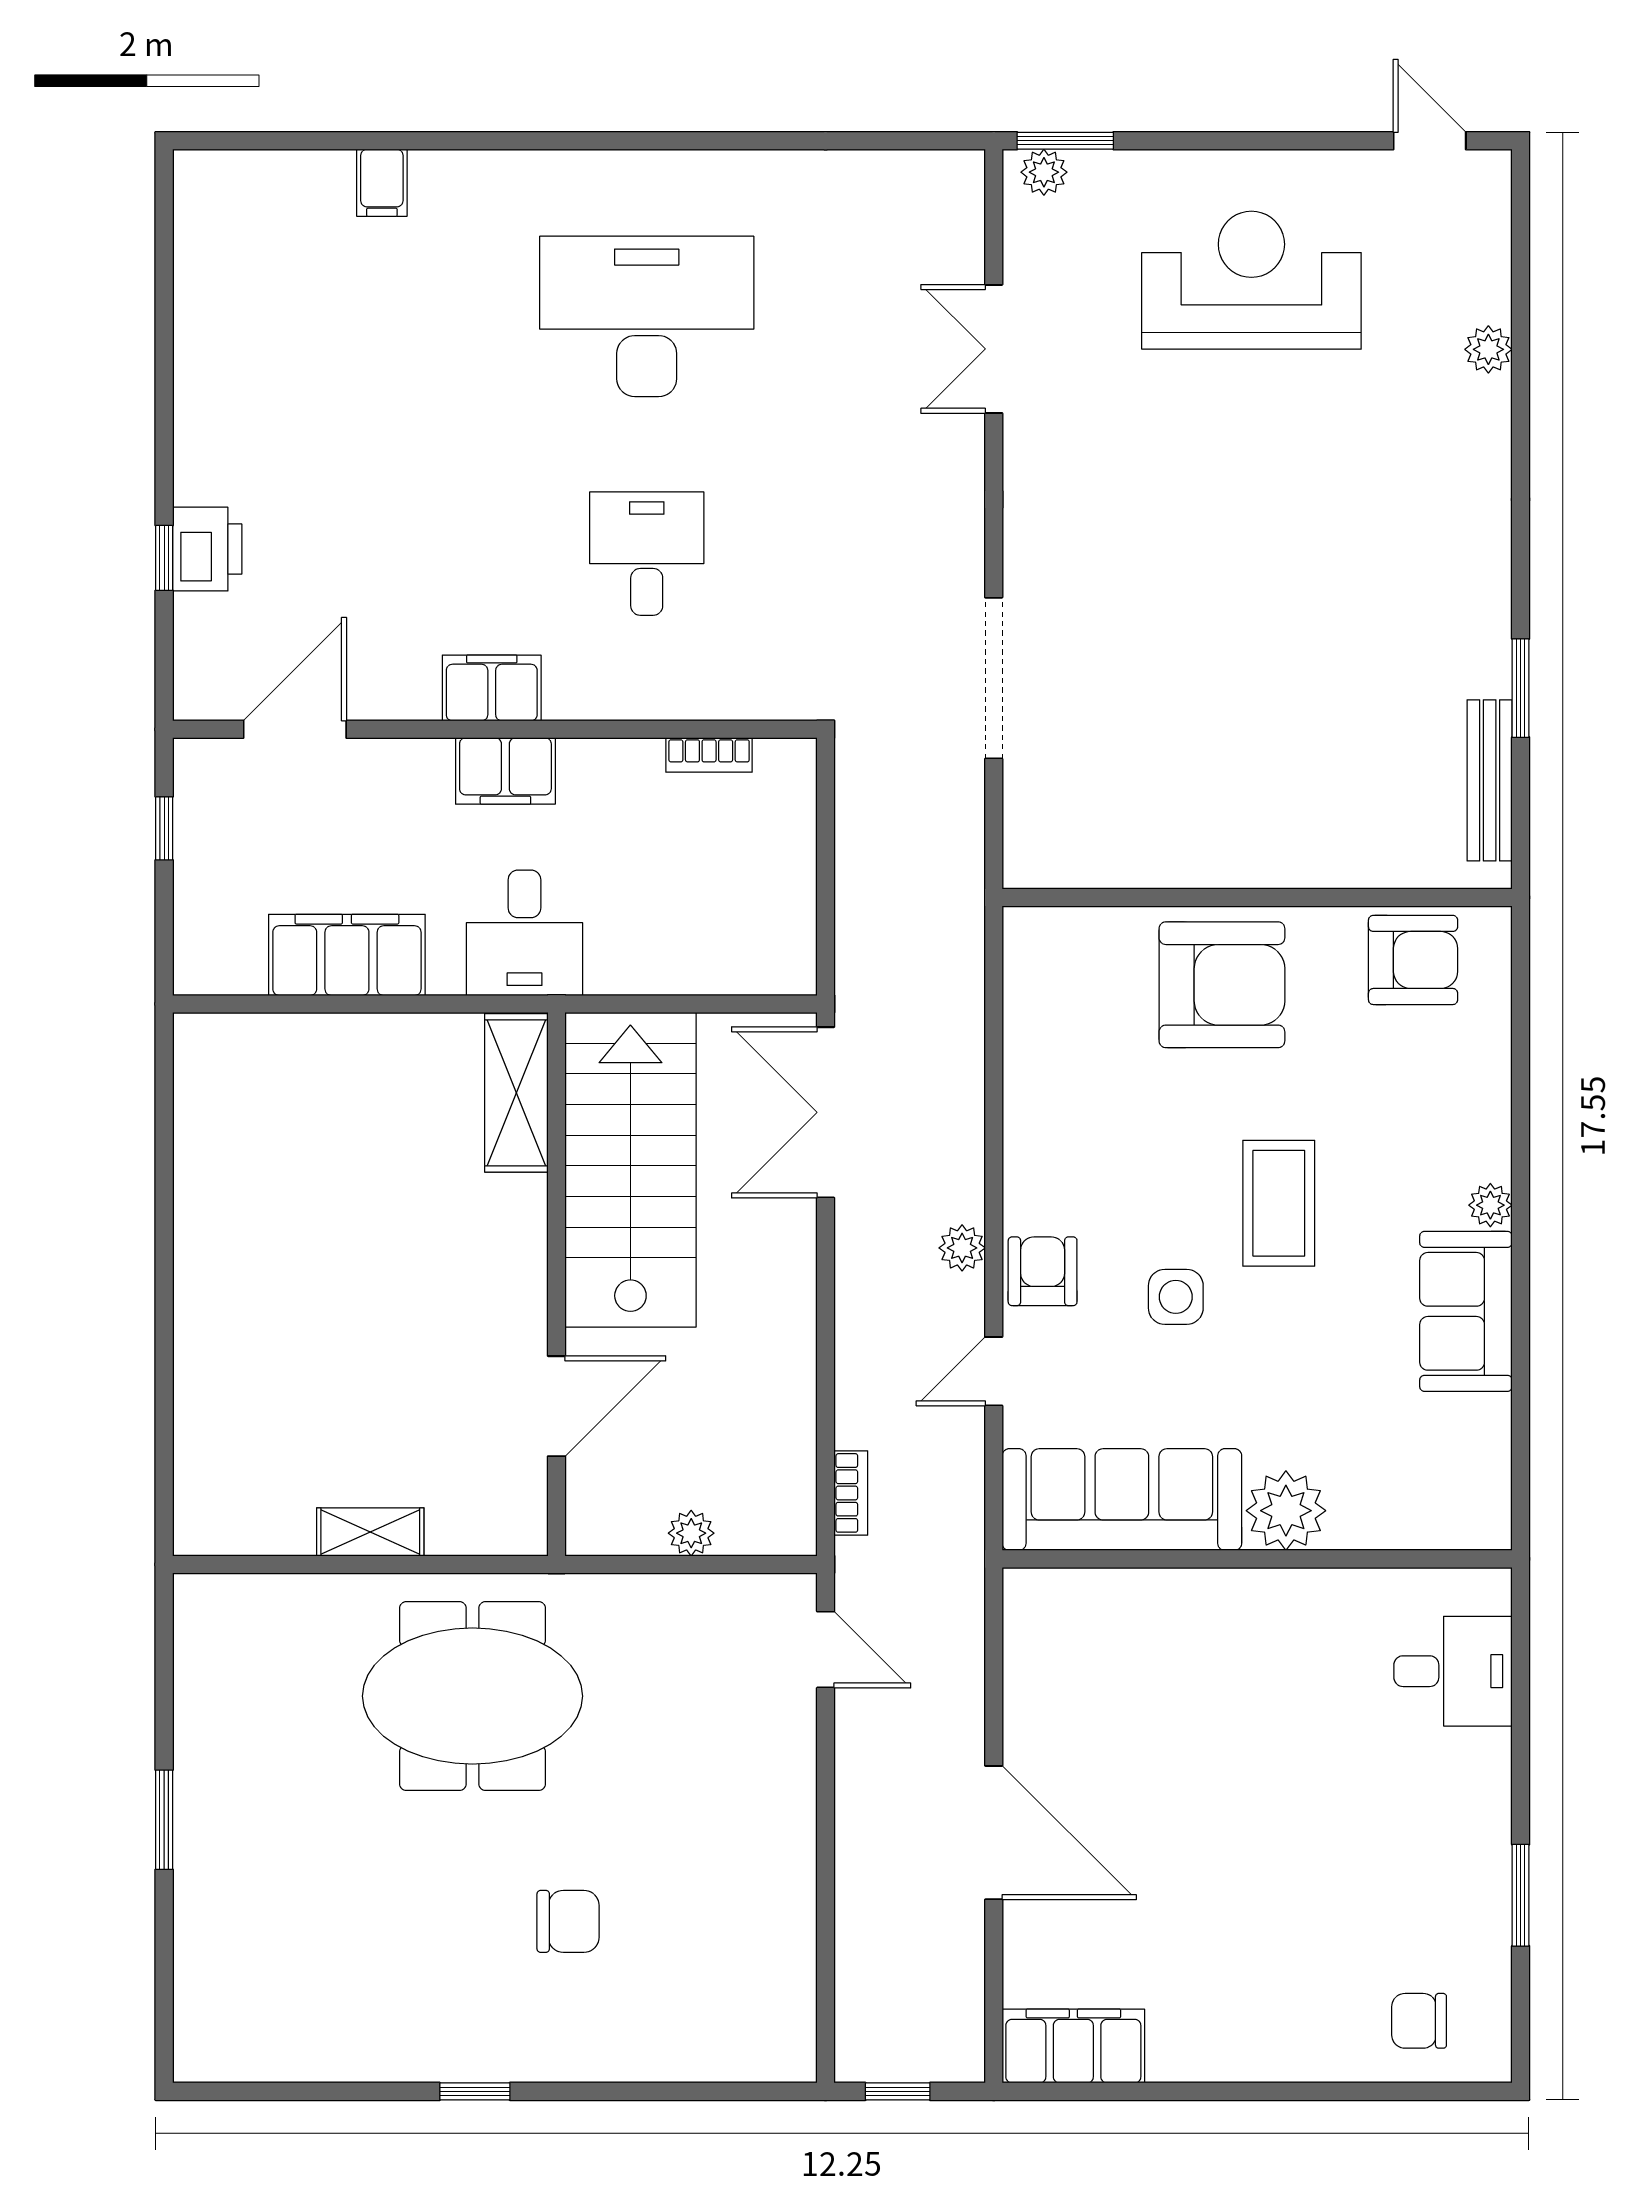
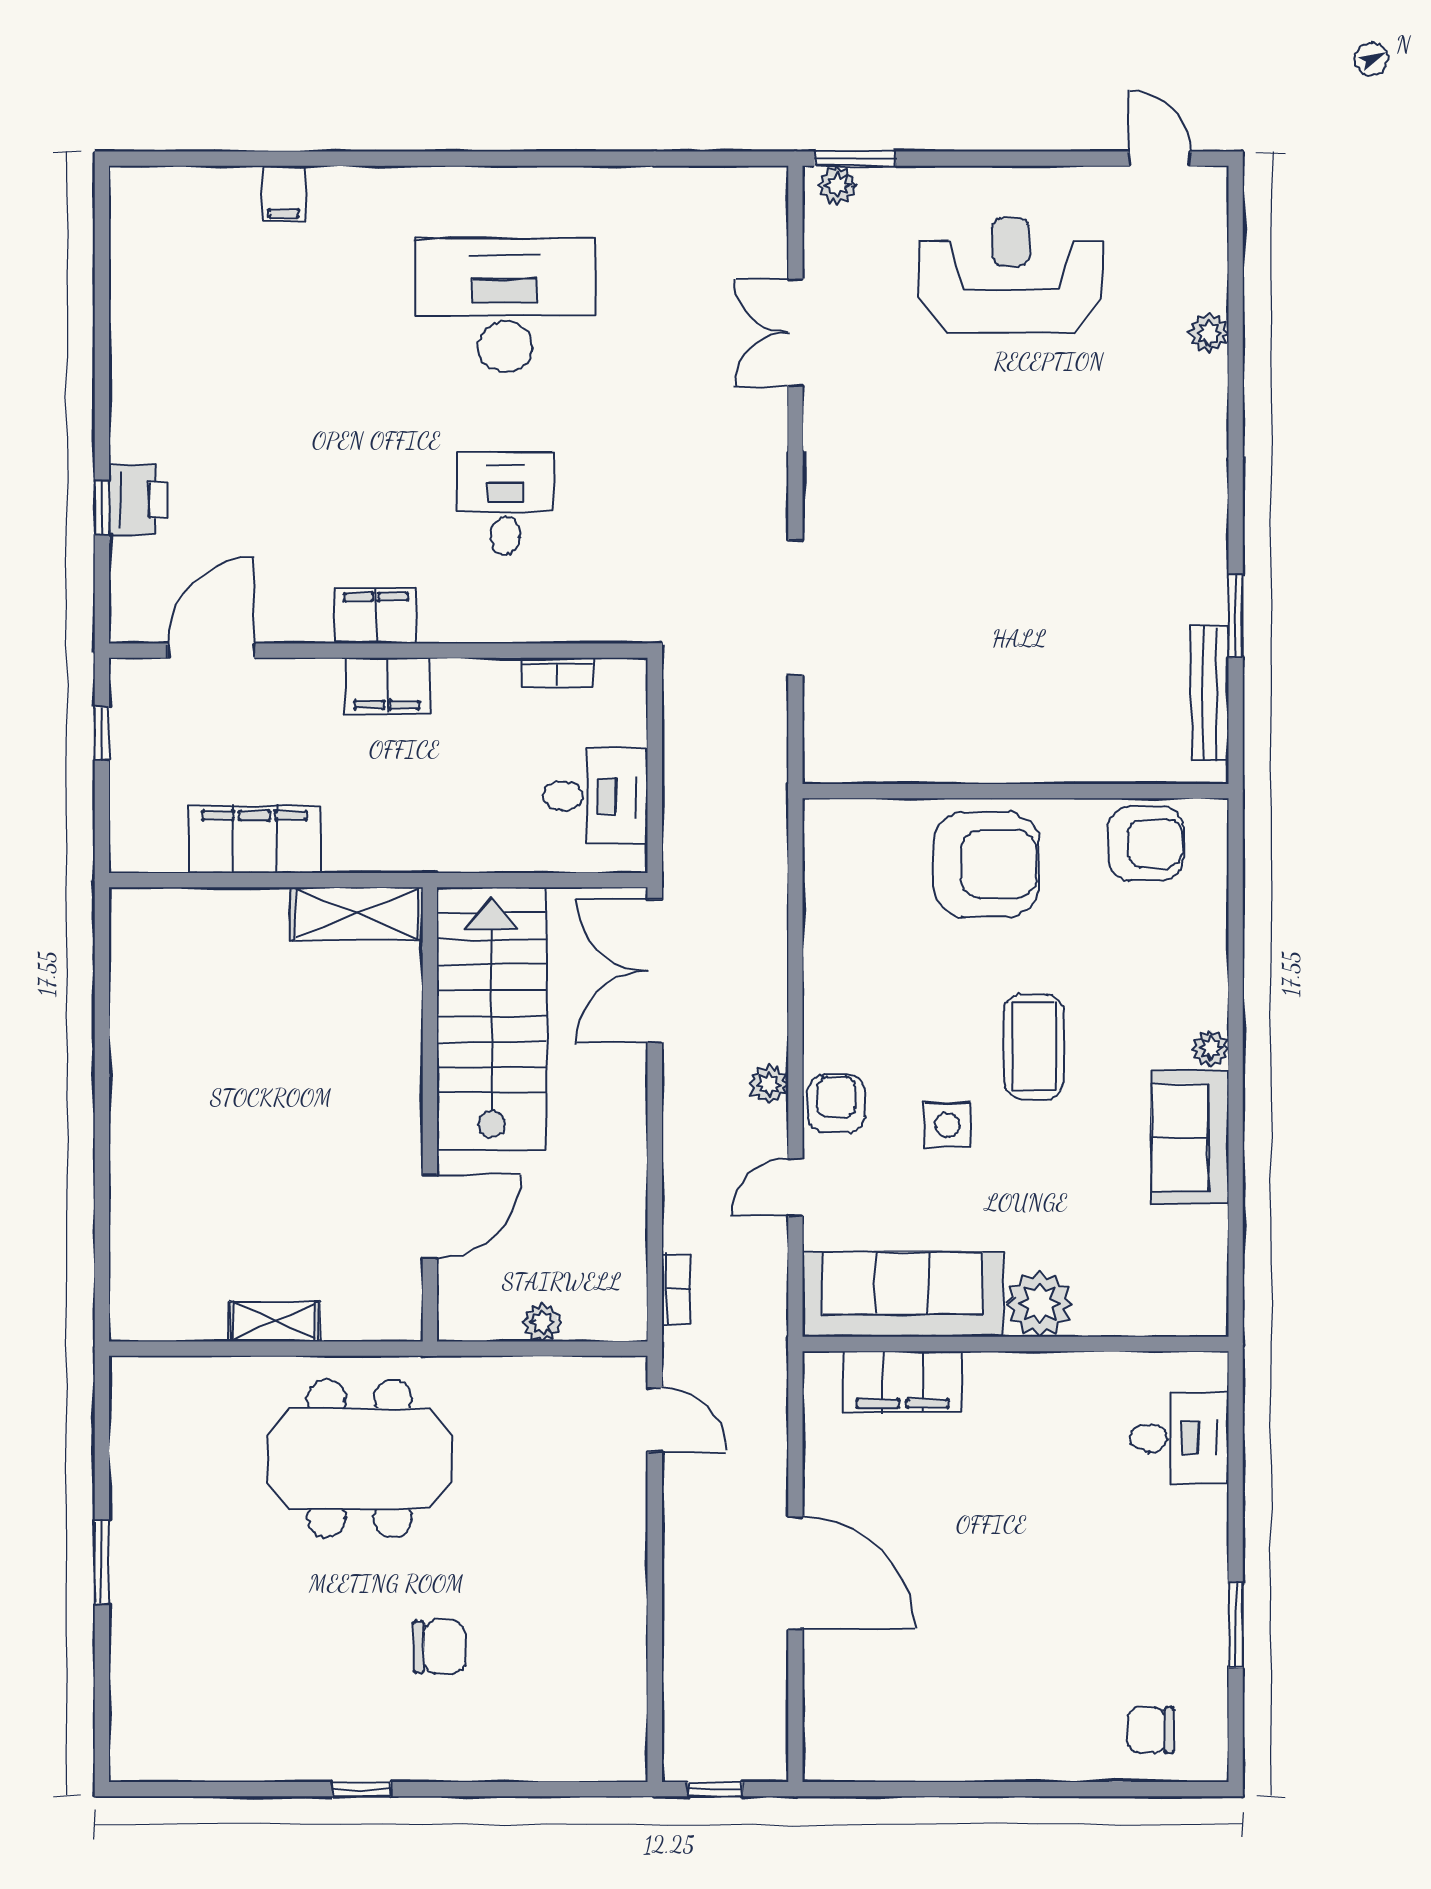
desk: (524, 933) -> (595, 796), moved, turned -90
shelving: (516, 1093) -> (357, 914), moved, turned 90
filing cabinet: (1073, 2046) -> (902, 1382), moved, turned 180

